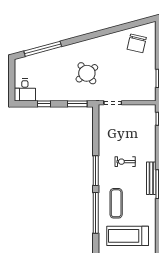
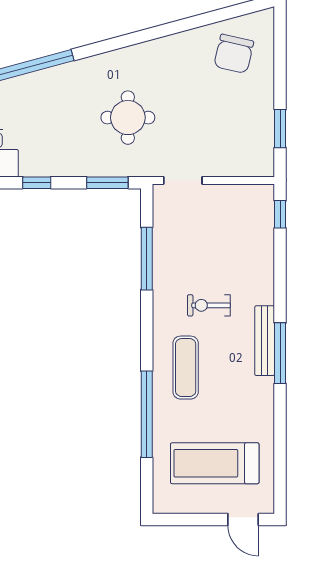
round table: (87, 73) -> (128, 118), turned 37
window: (96, 171) -> (147, 259), moved
exercise mat: (116, 203) -> (186, 368), moved

